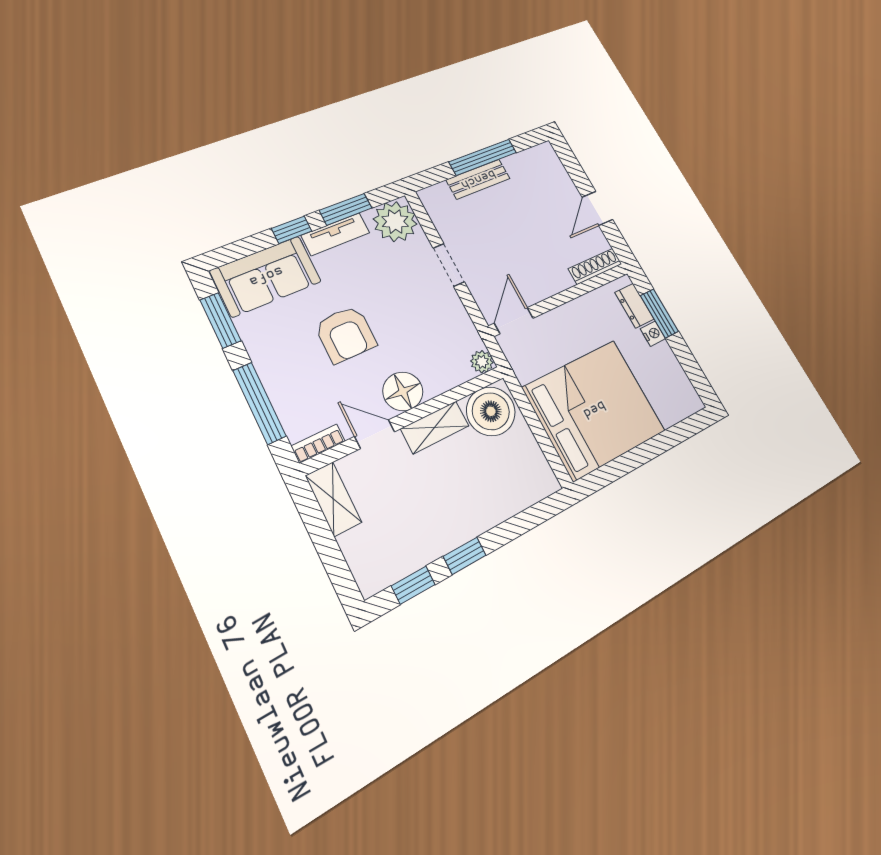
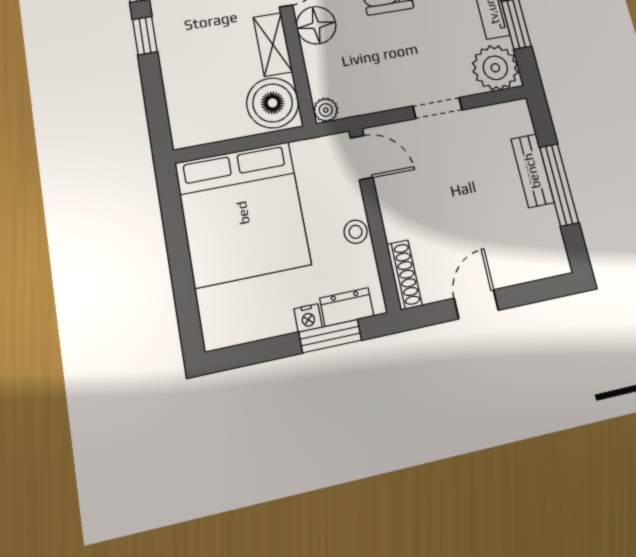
door: (597, 208) -> (476, 304), hinge flipped
stool: (576, 312) -> (356, 232), added

